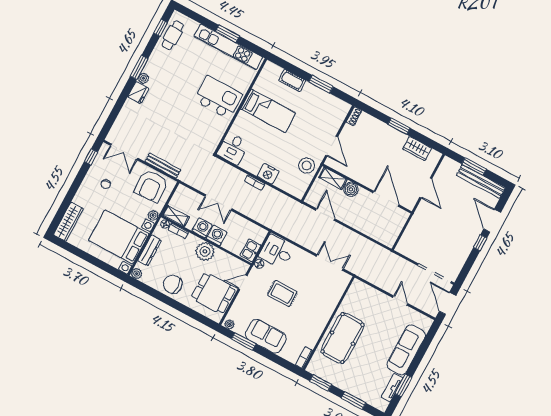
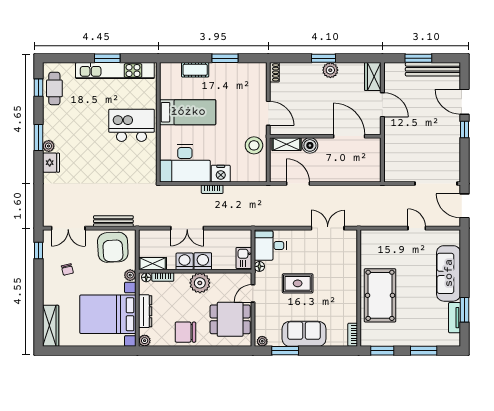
plant: (399, 138) -> (330, 70), added
desk: (233, 149) -> (185, 163), width x1.87, depth x1.30
wardrobe: (417, 149) -> (373, 76), moved, turned 90

